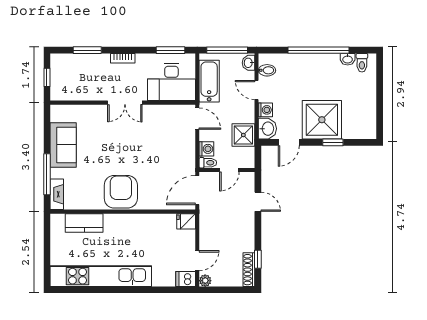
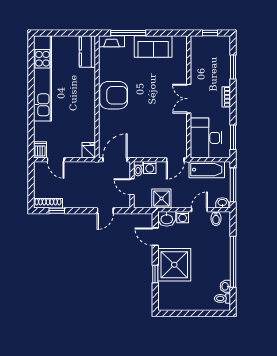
door: (197, 190) -> (115, 160), hinge flipped
kitchen counter: (84, 223) -> (87, 51), moved
plant: (205, 281) -> (39, 166), removed

